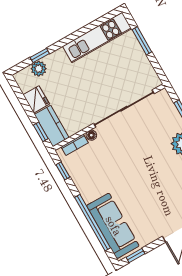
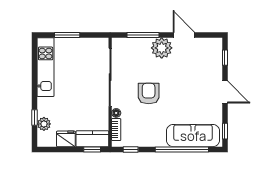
armchair: (130, 157) -> (149, 94), added

